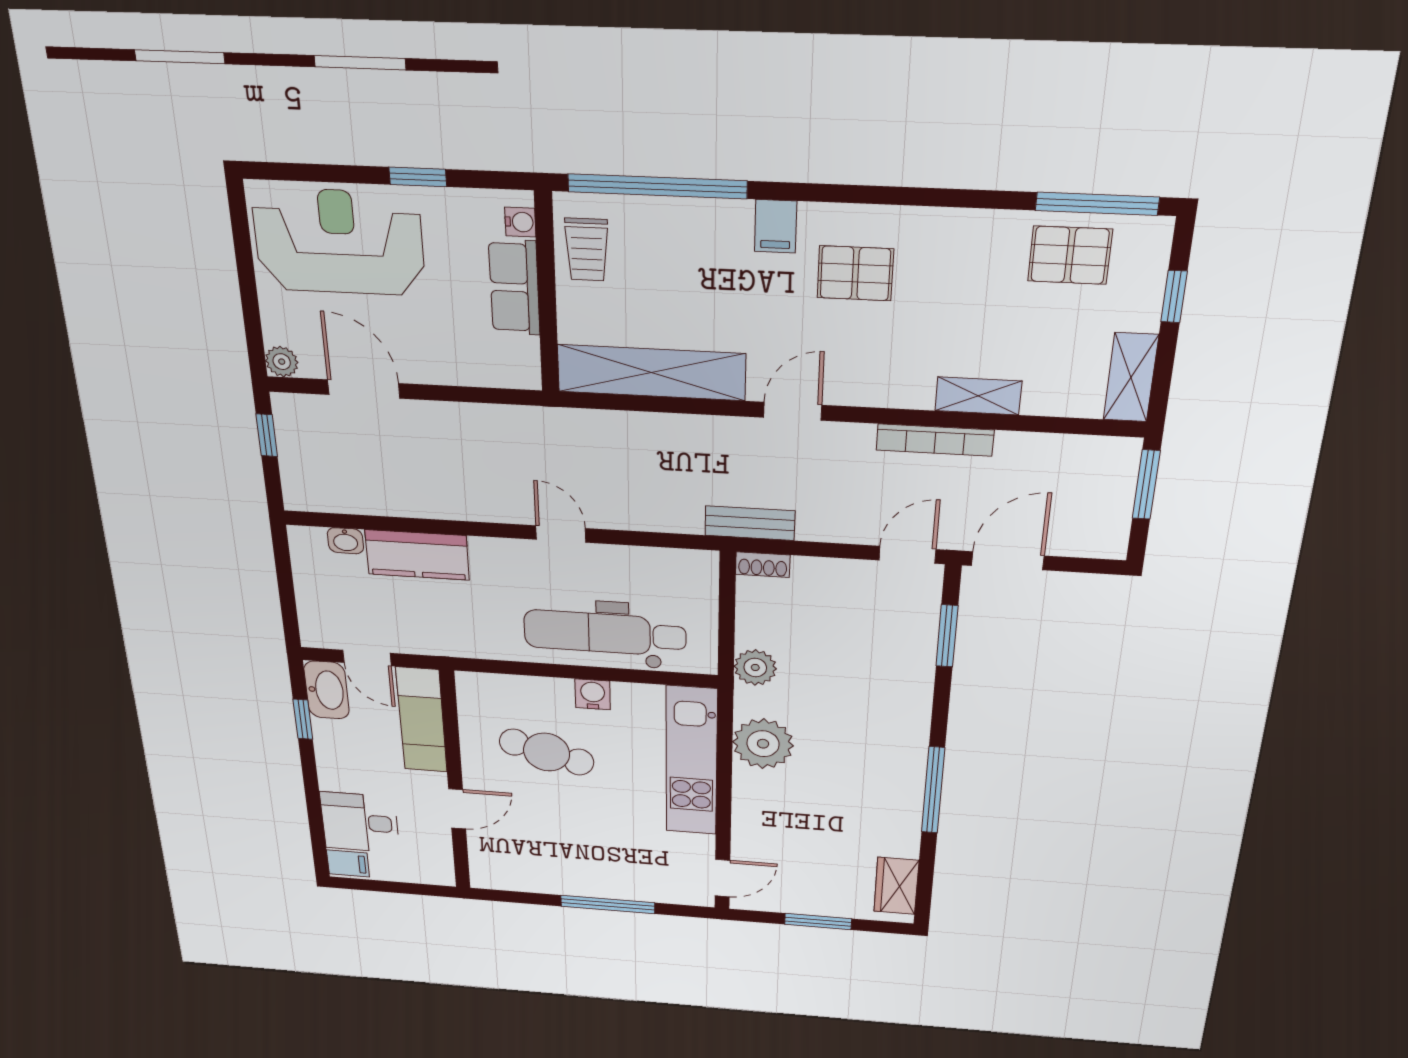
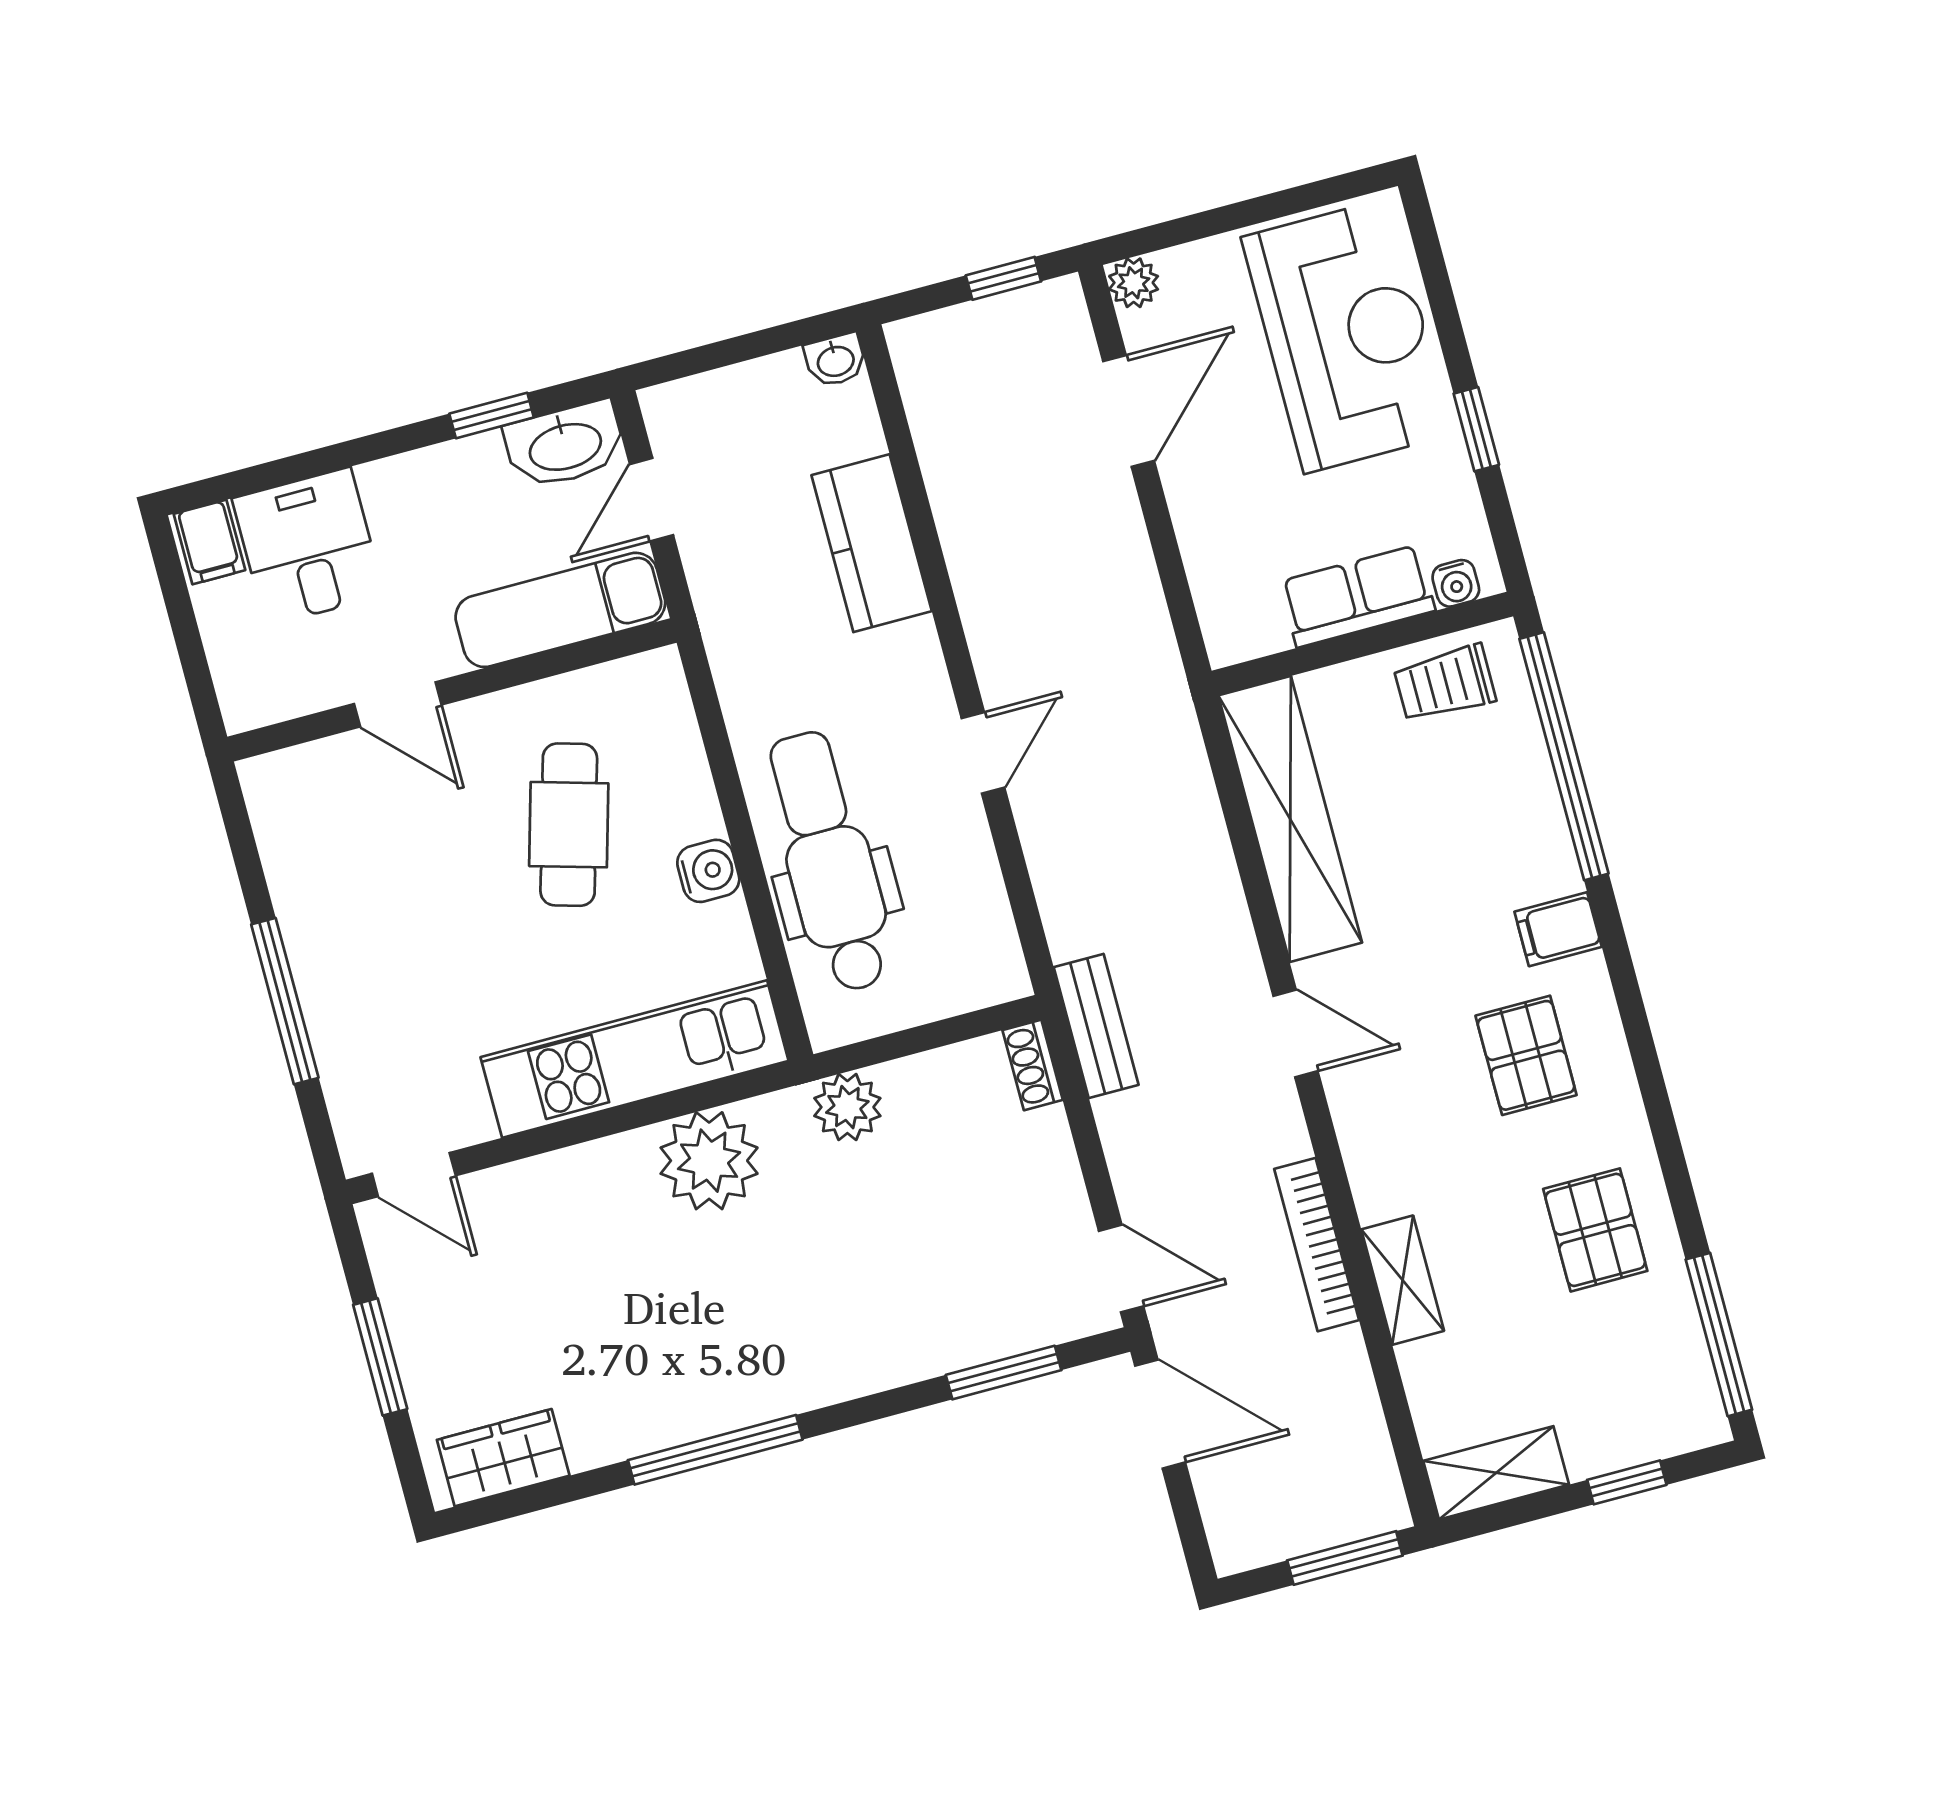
pallet: (1070, 255) -> (1595, 1230), moved
washbasin: (345, 541) -> (835, 360), moved, turned -90

